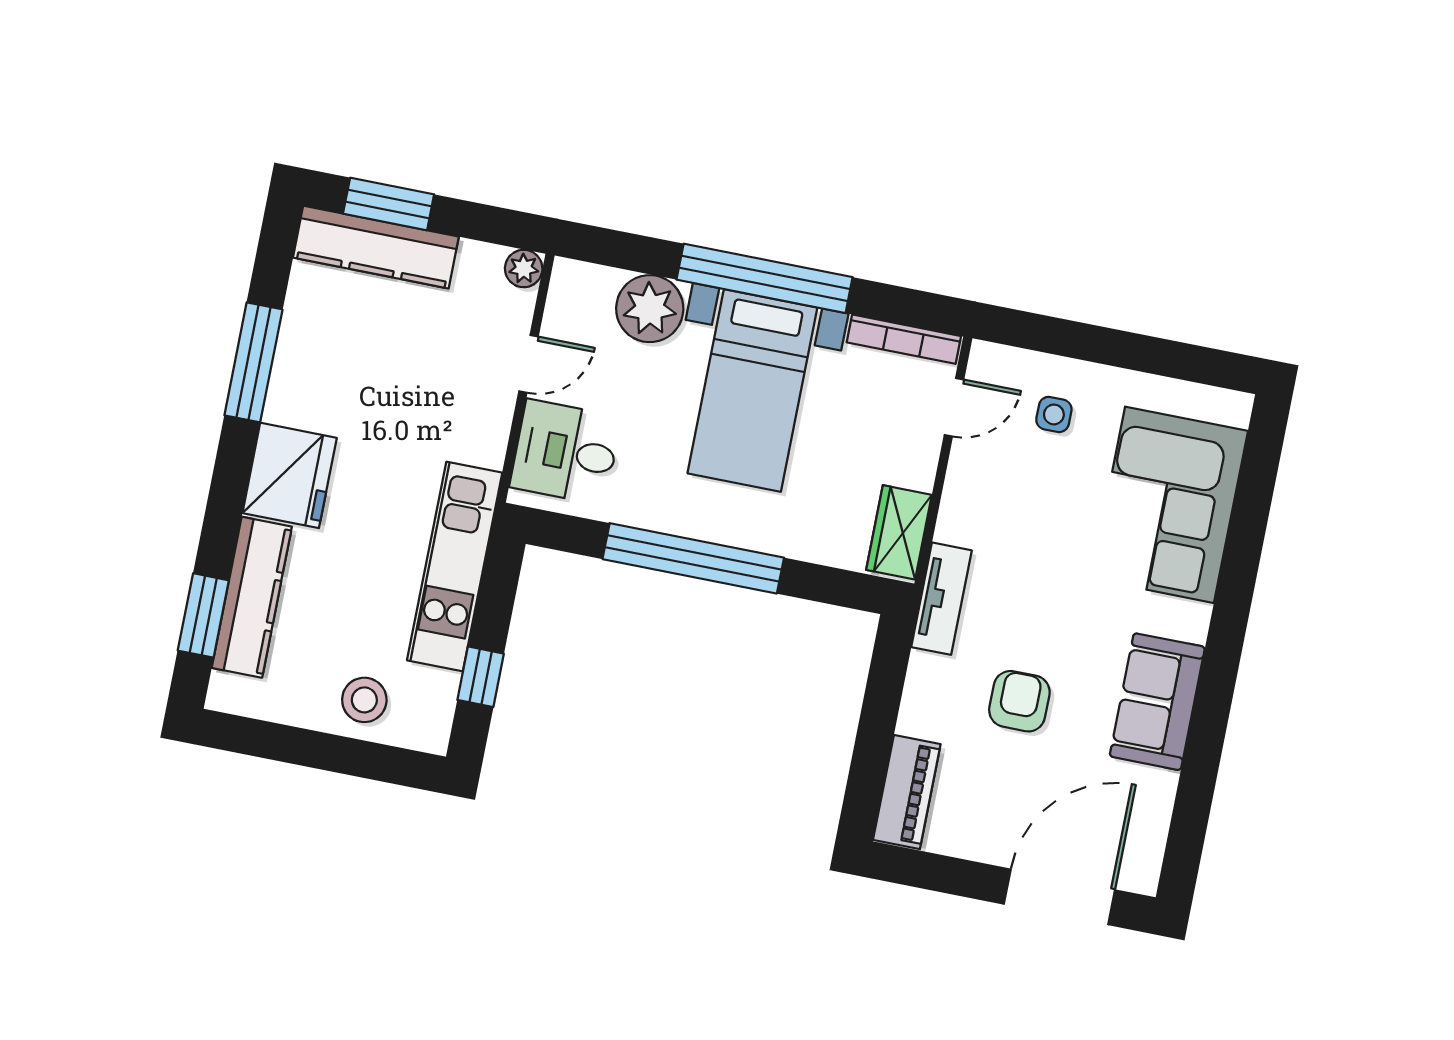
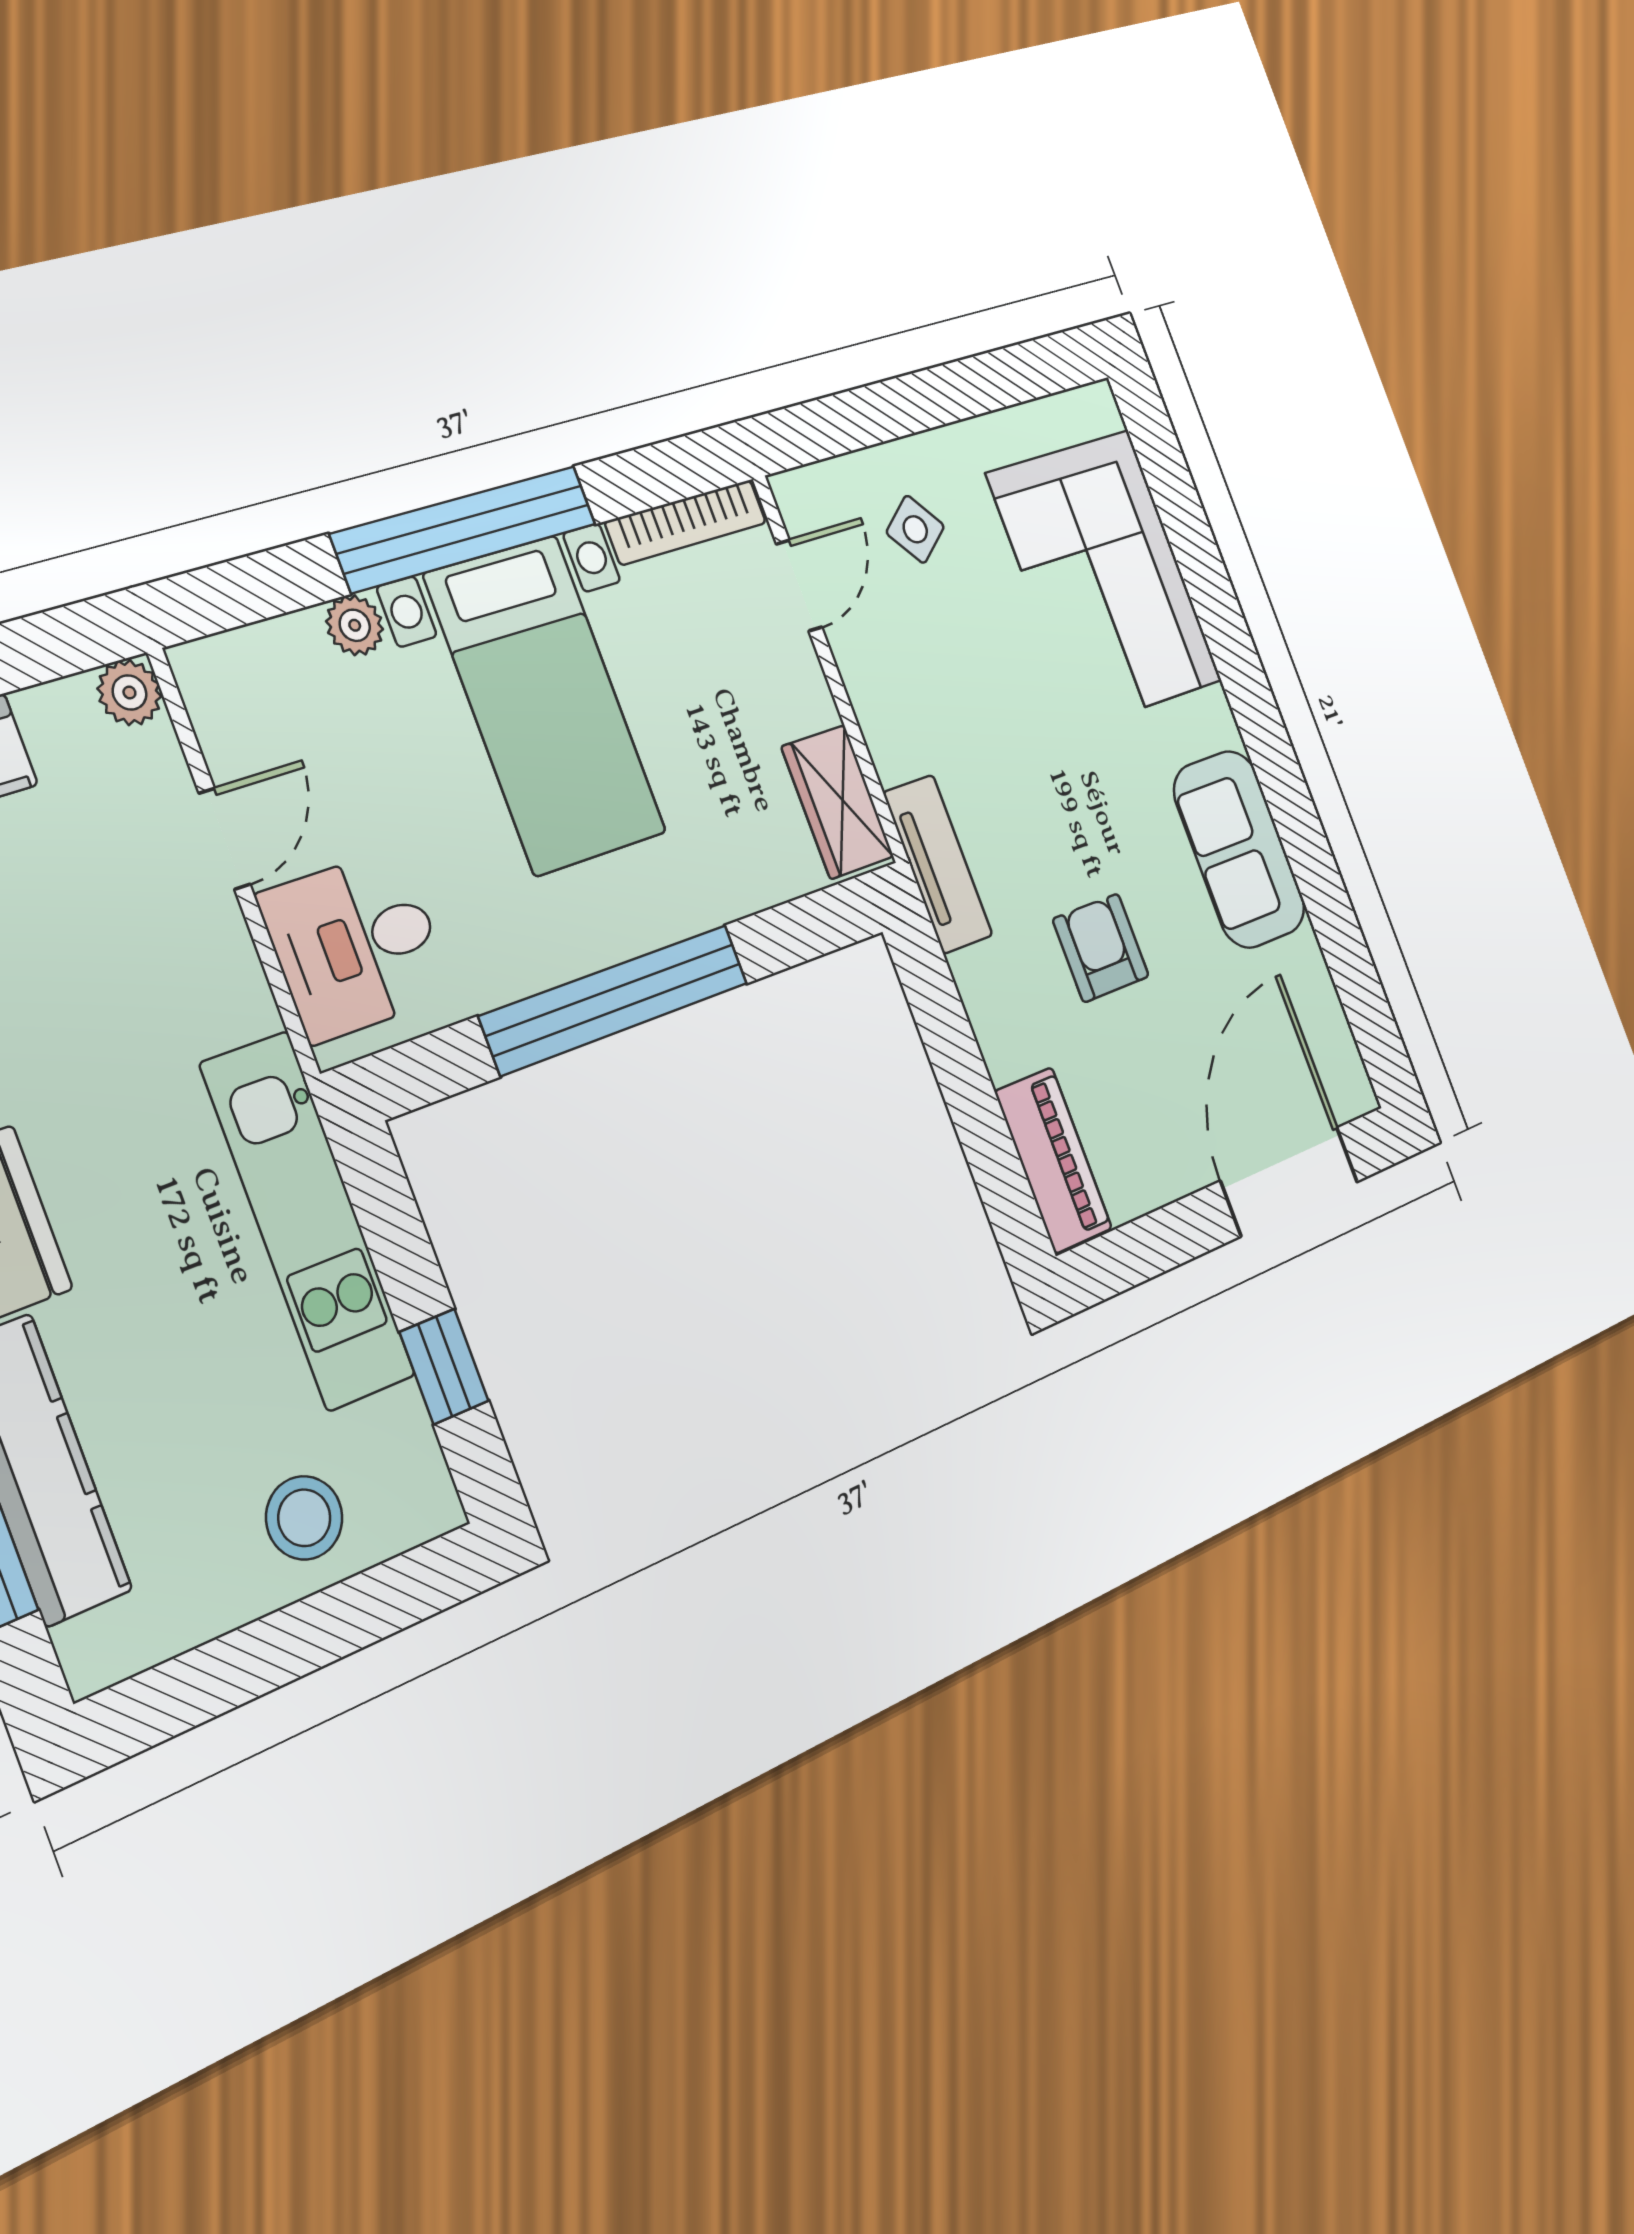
plant: (650, 309) -> (355, 625), width x0.53, depth x0.53
side table: (1054, 414) -> (915, 529), turned -37

